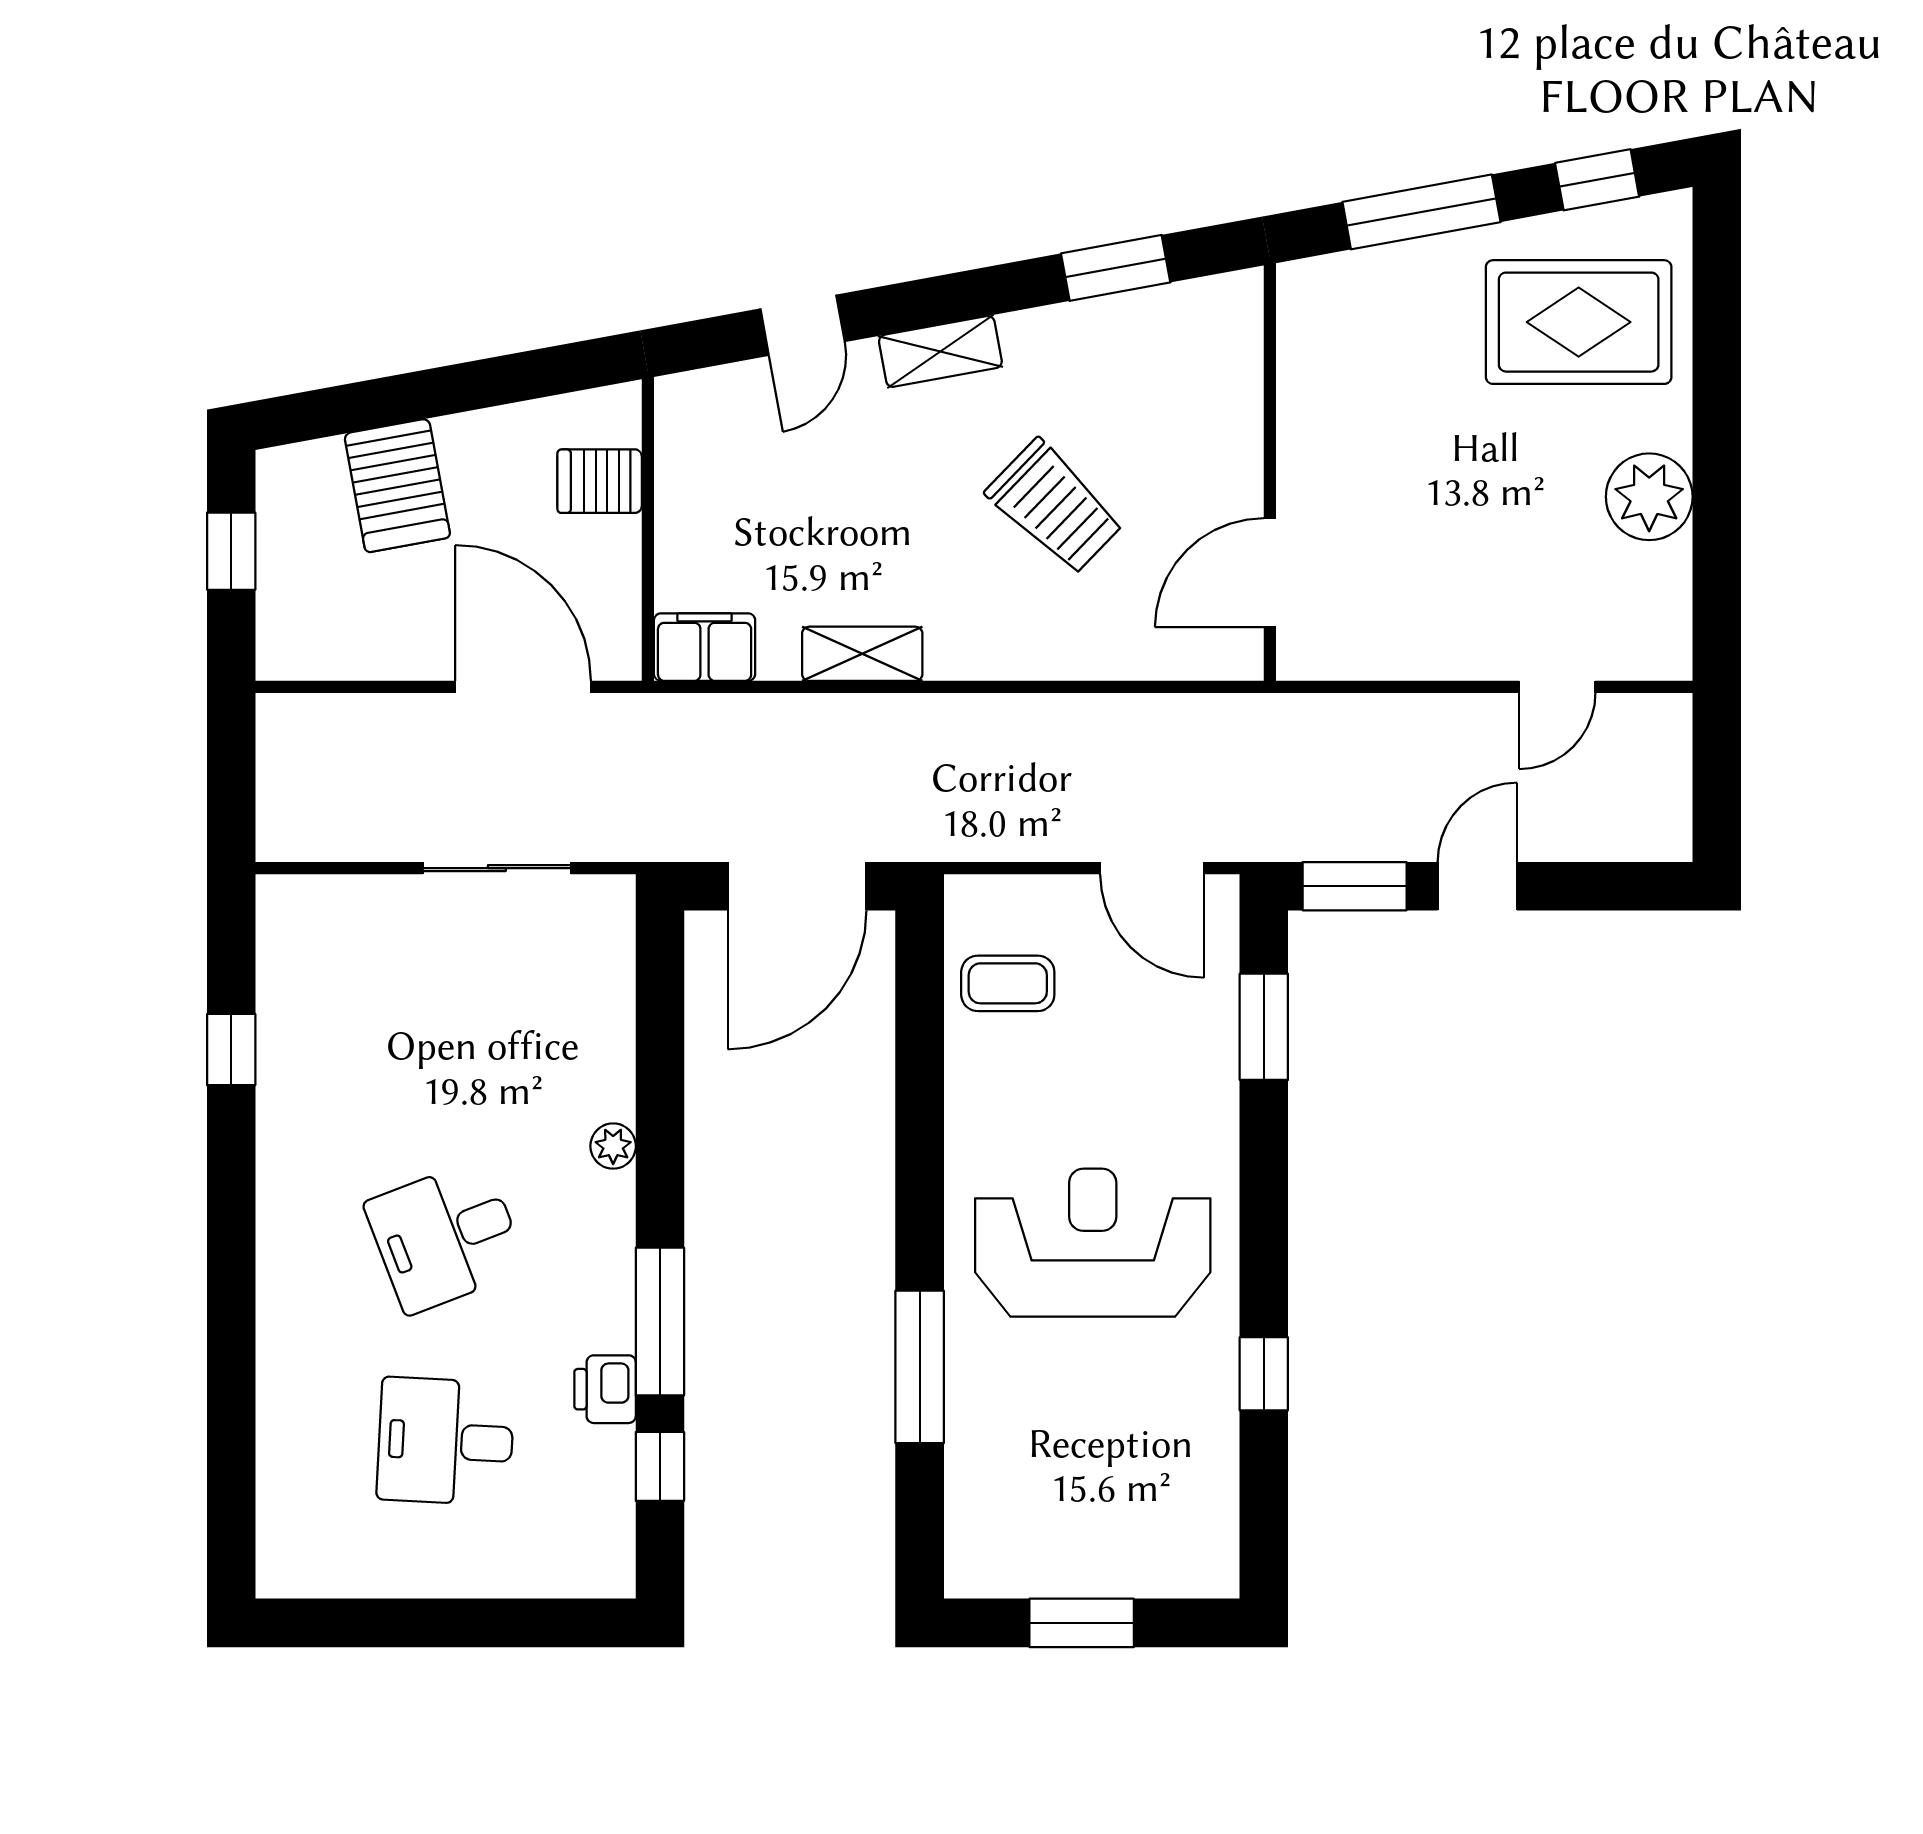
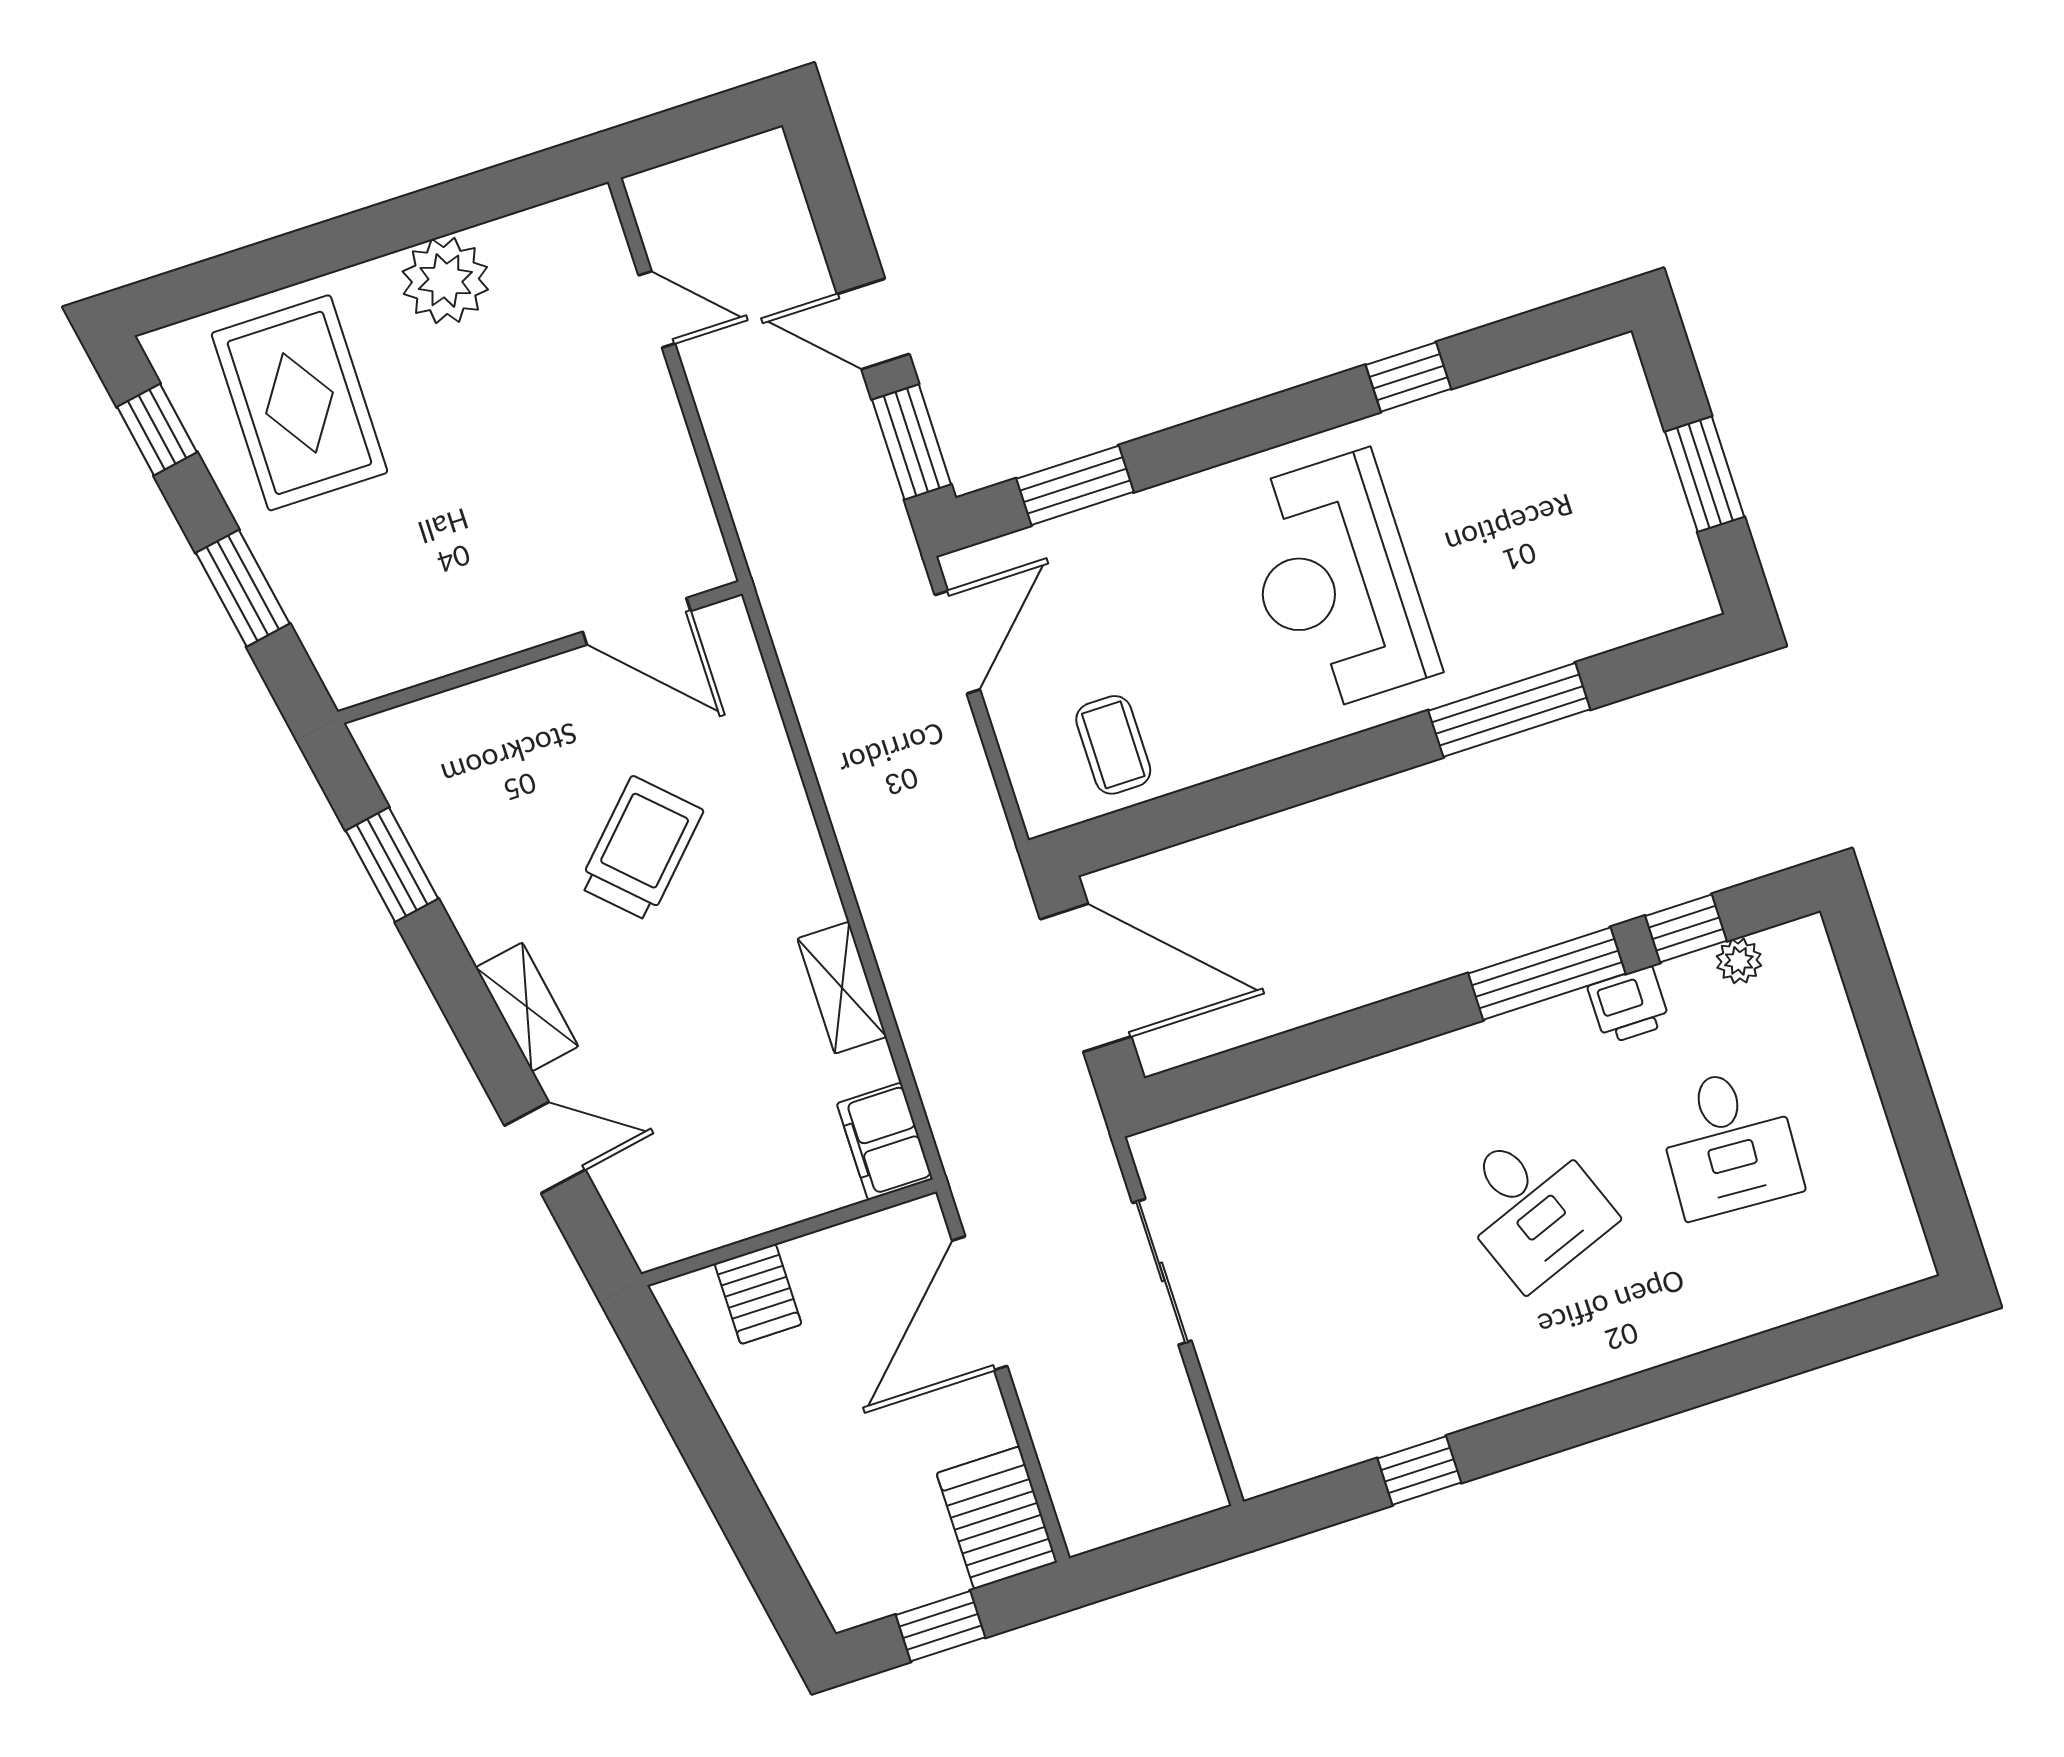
window: (1421, 212) -> (243, 588), width x0.69
server rack: (397, 486) -> (997, 1518), moved, turned -80
plant: (613, 1146) -> (1739, 961), moved

